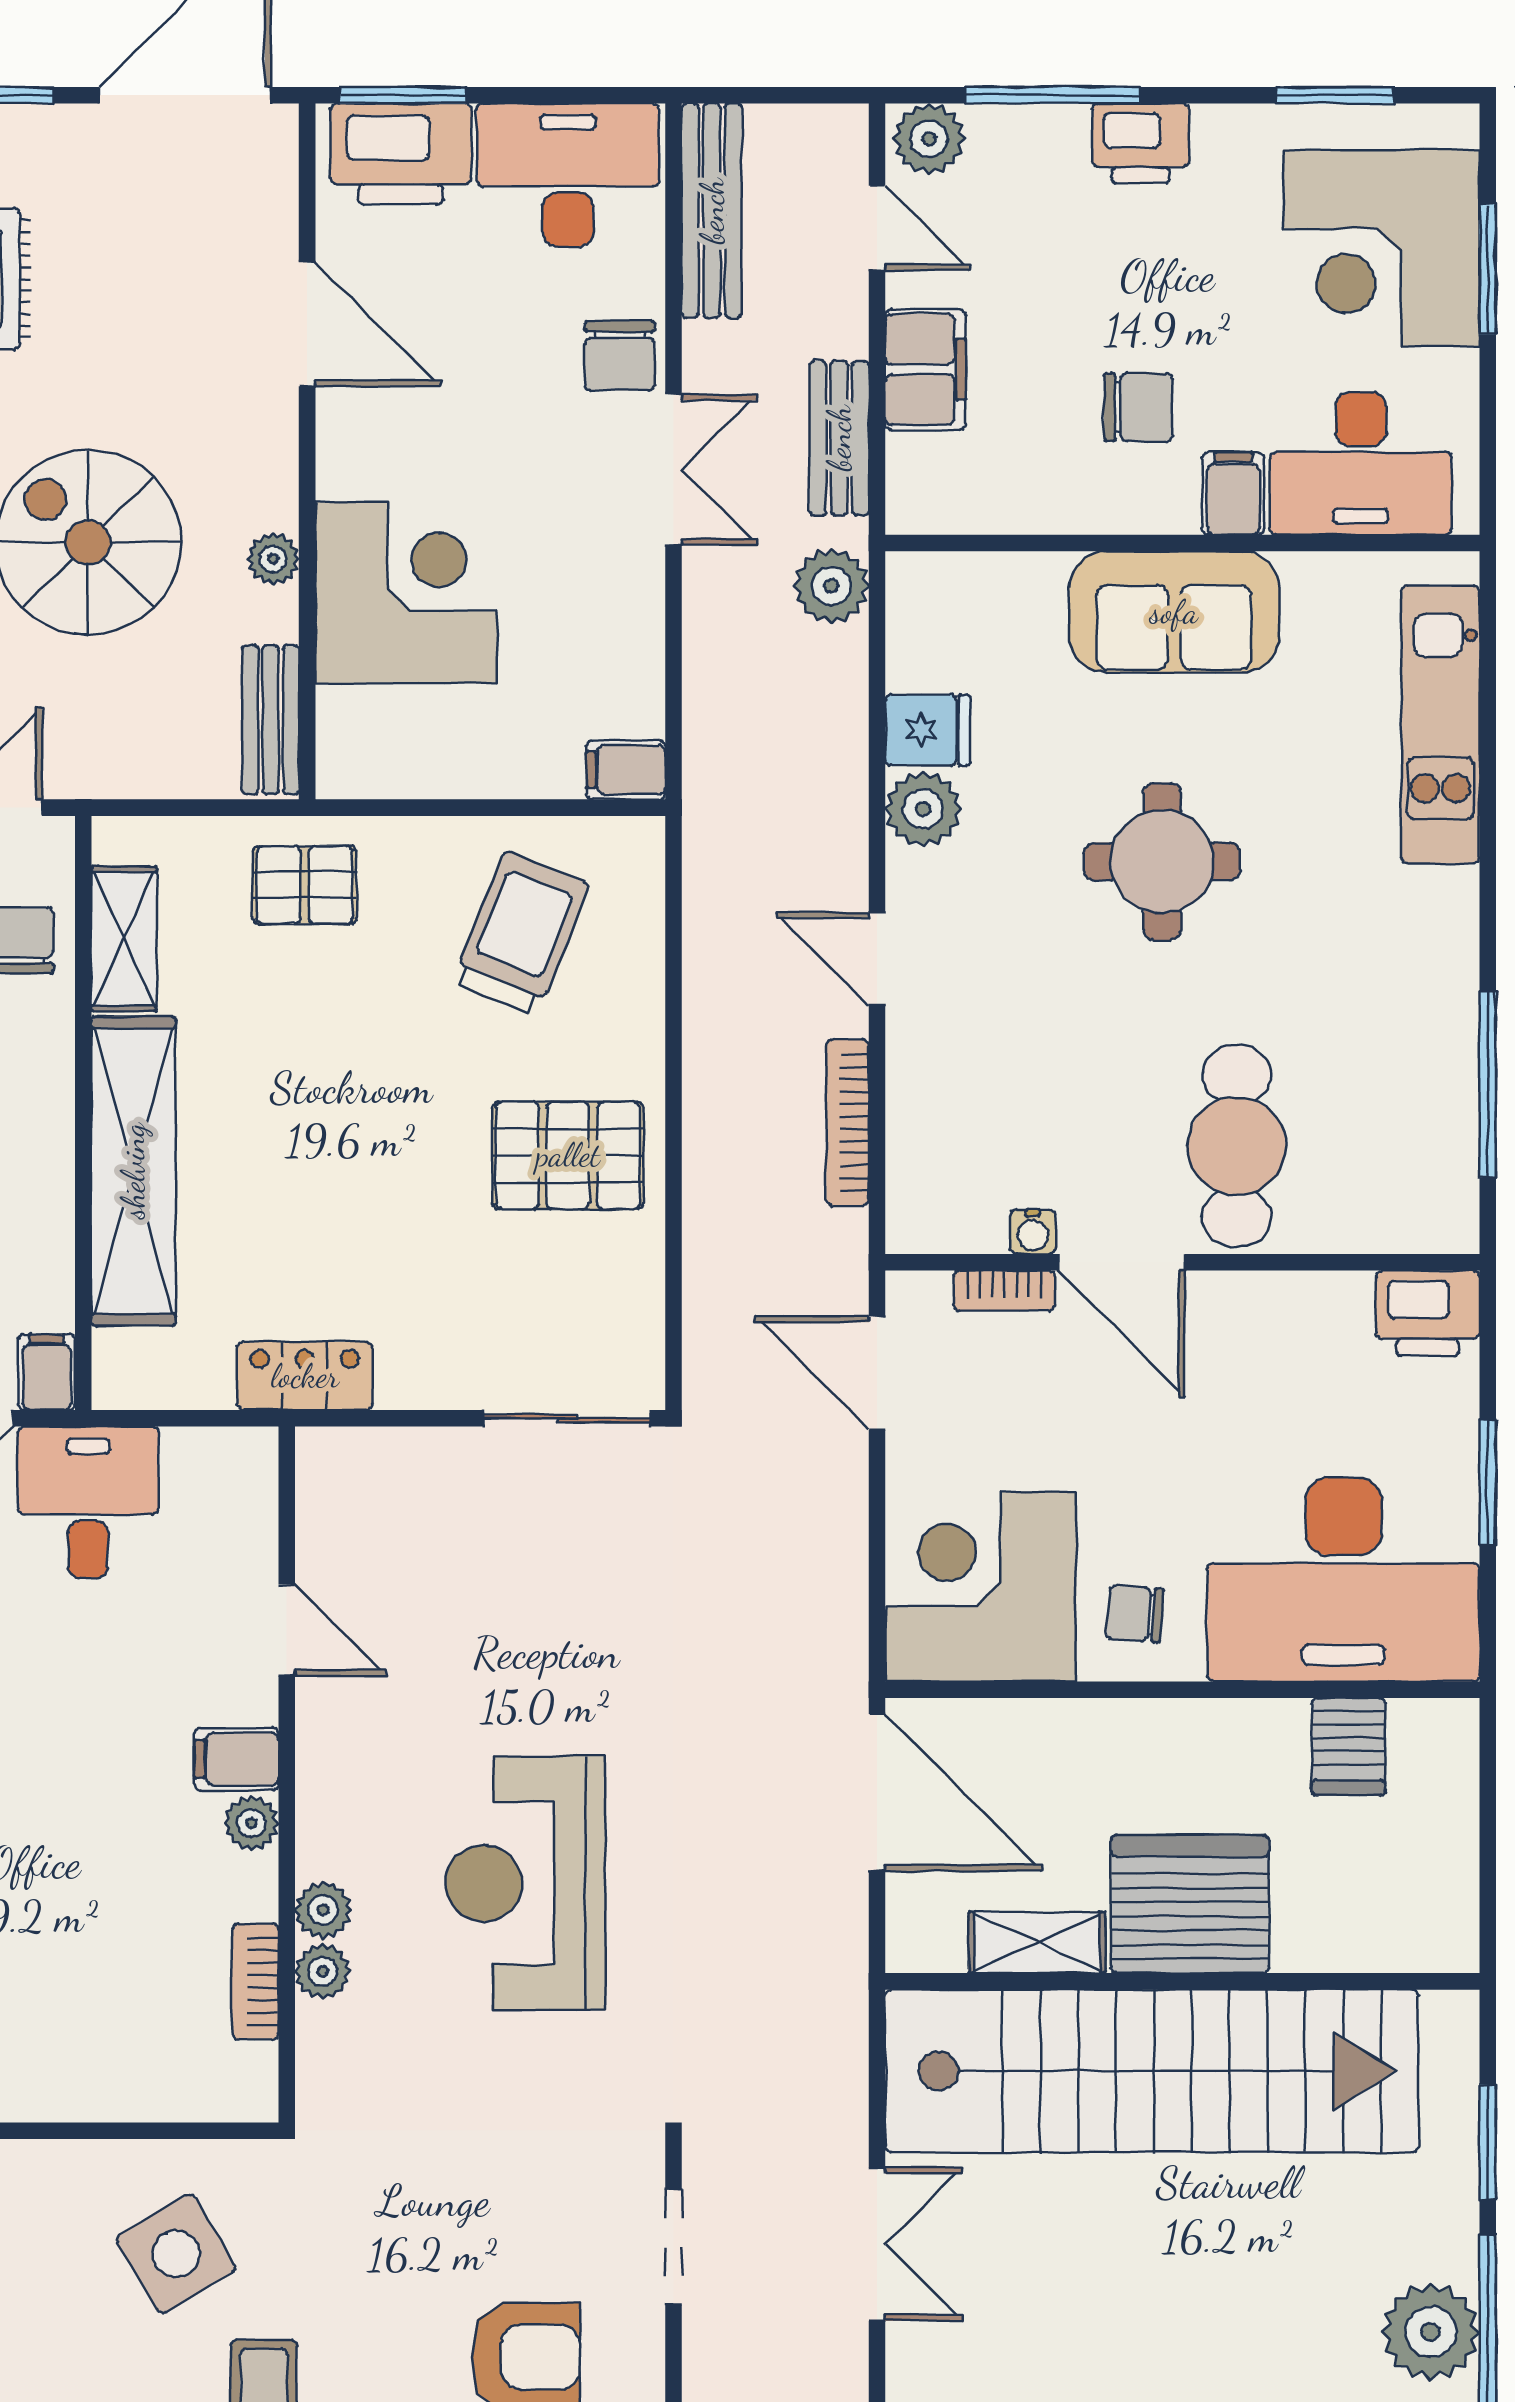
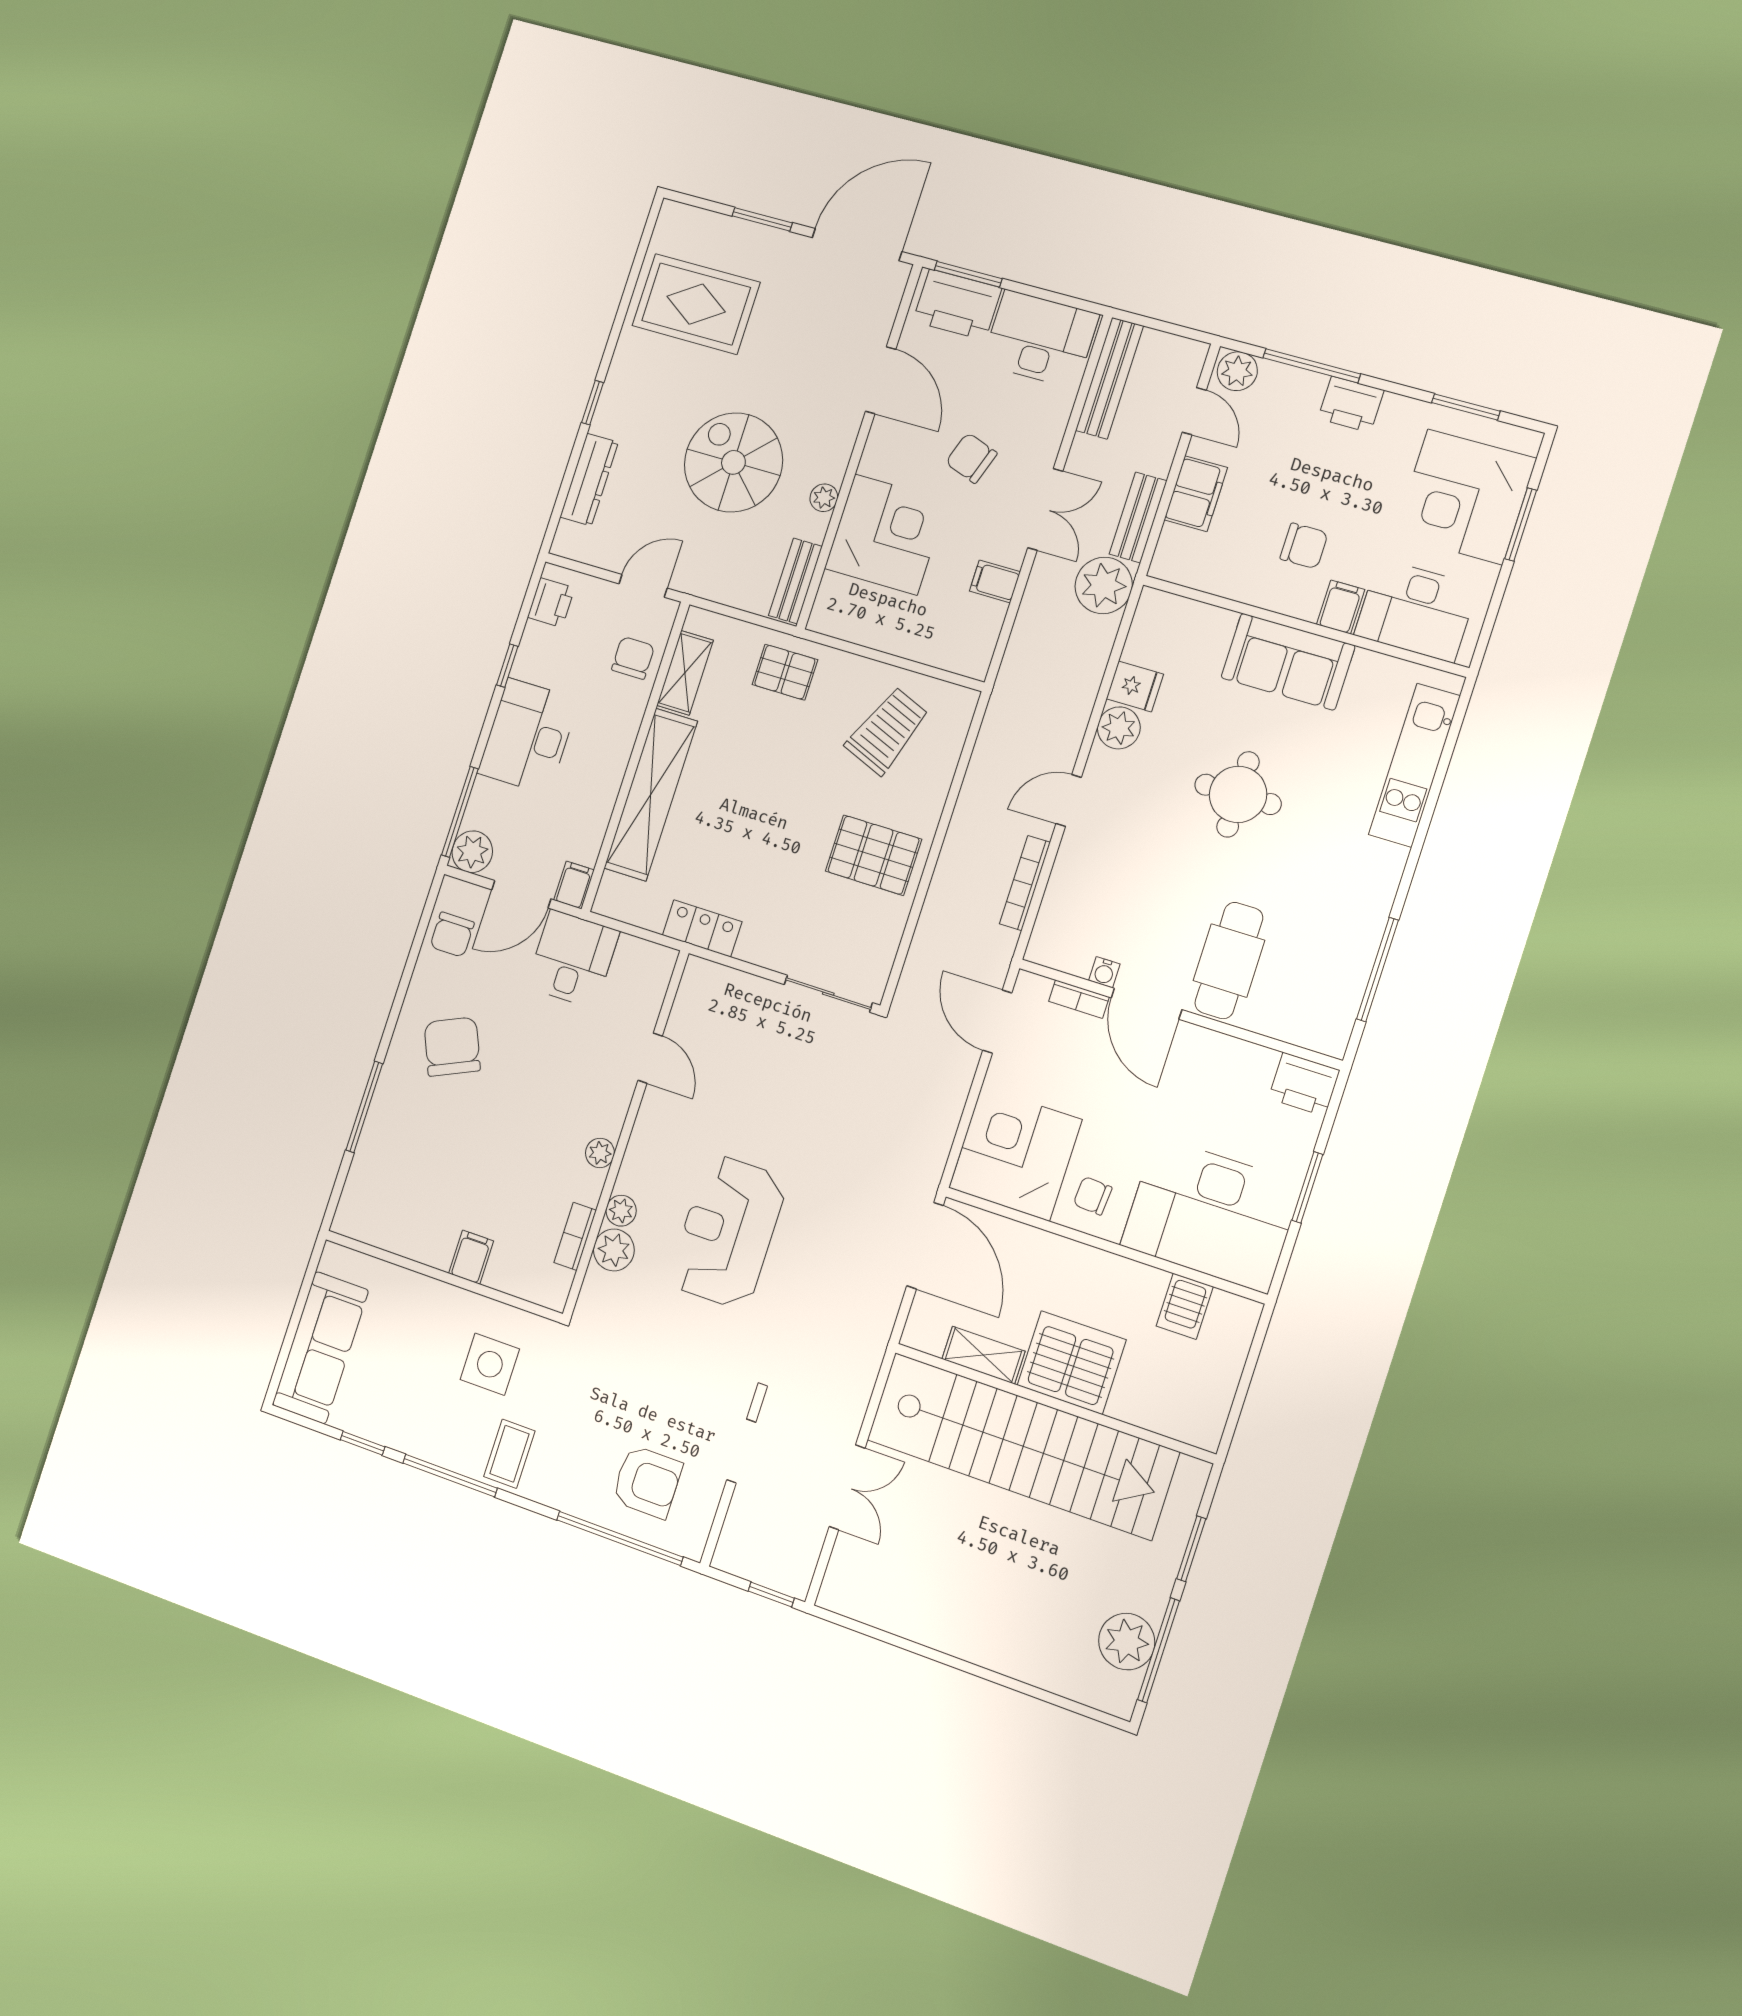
chair: (620, 356) -> (971, 458), moved, turned 109
plant: (831, 586) -> (1104, 585), width x1.36, depth x1.36
filing cabinet: (626, 770) -> (995, 581), moved
door: (877, 959) -> (1069, 801), hinge flipped
filing cabinet: (237, 1759) -> (471, 1257), moved, turned 90
plant: (323, 1971) -> (614, 1250), width x1.38, depth x1.38
side table: (176, 2254) -> (490, 1364), turned 31

